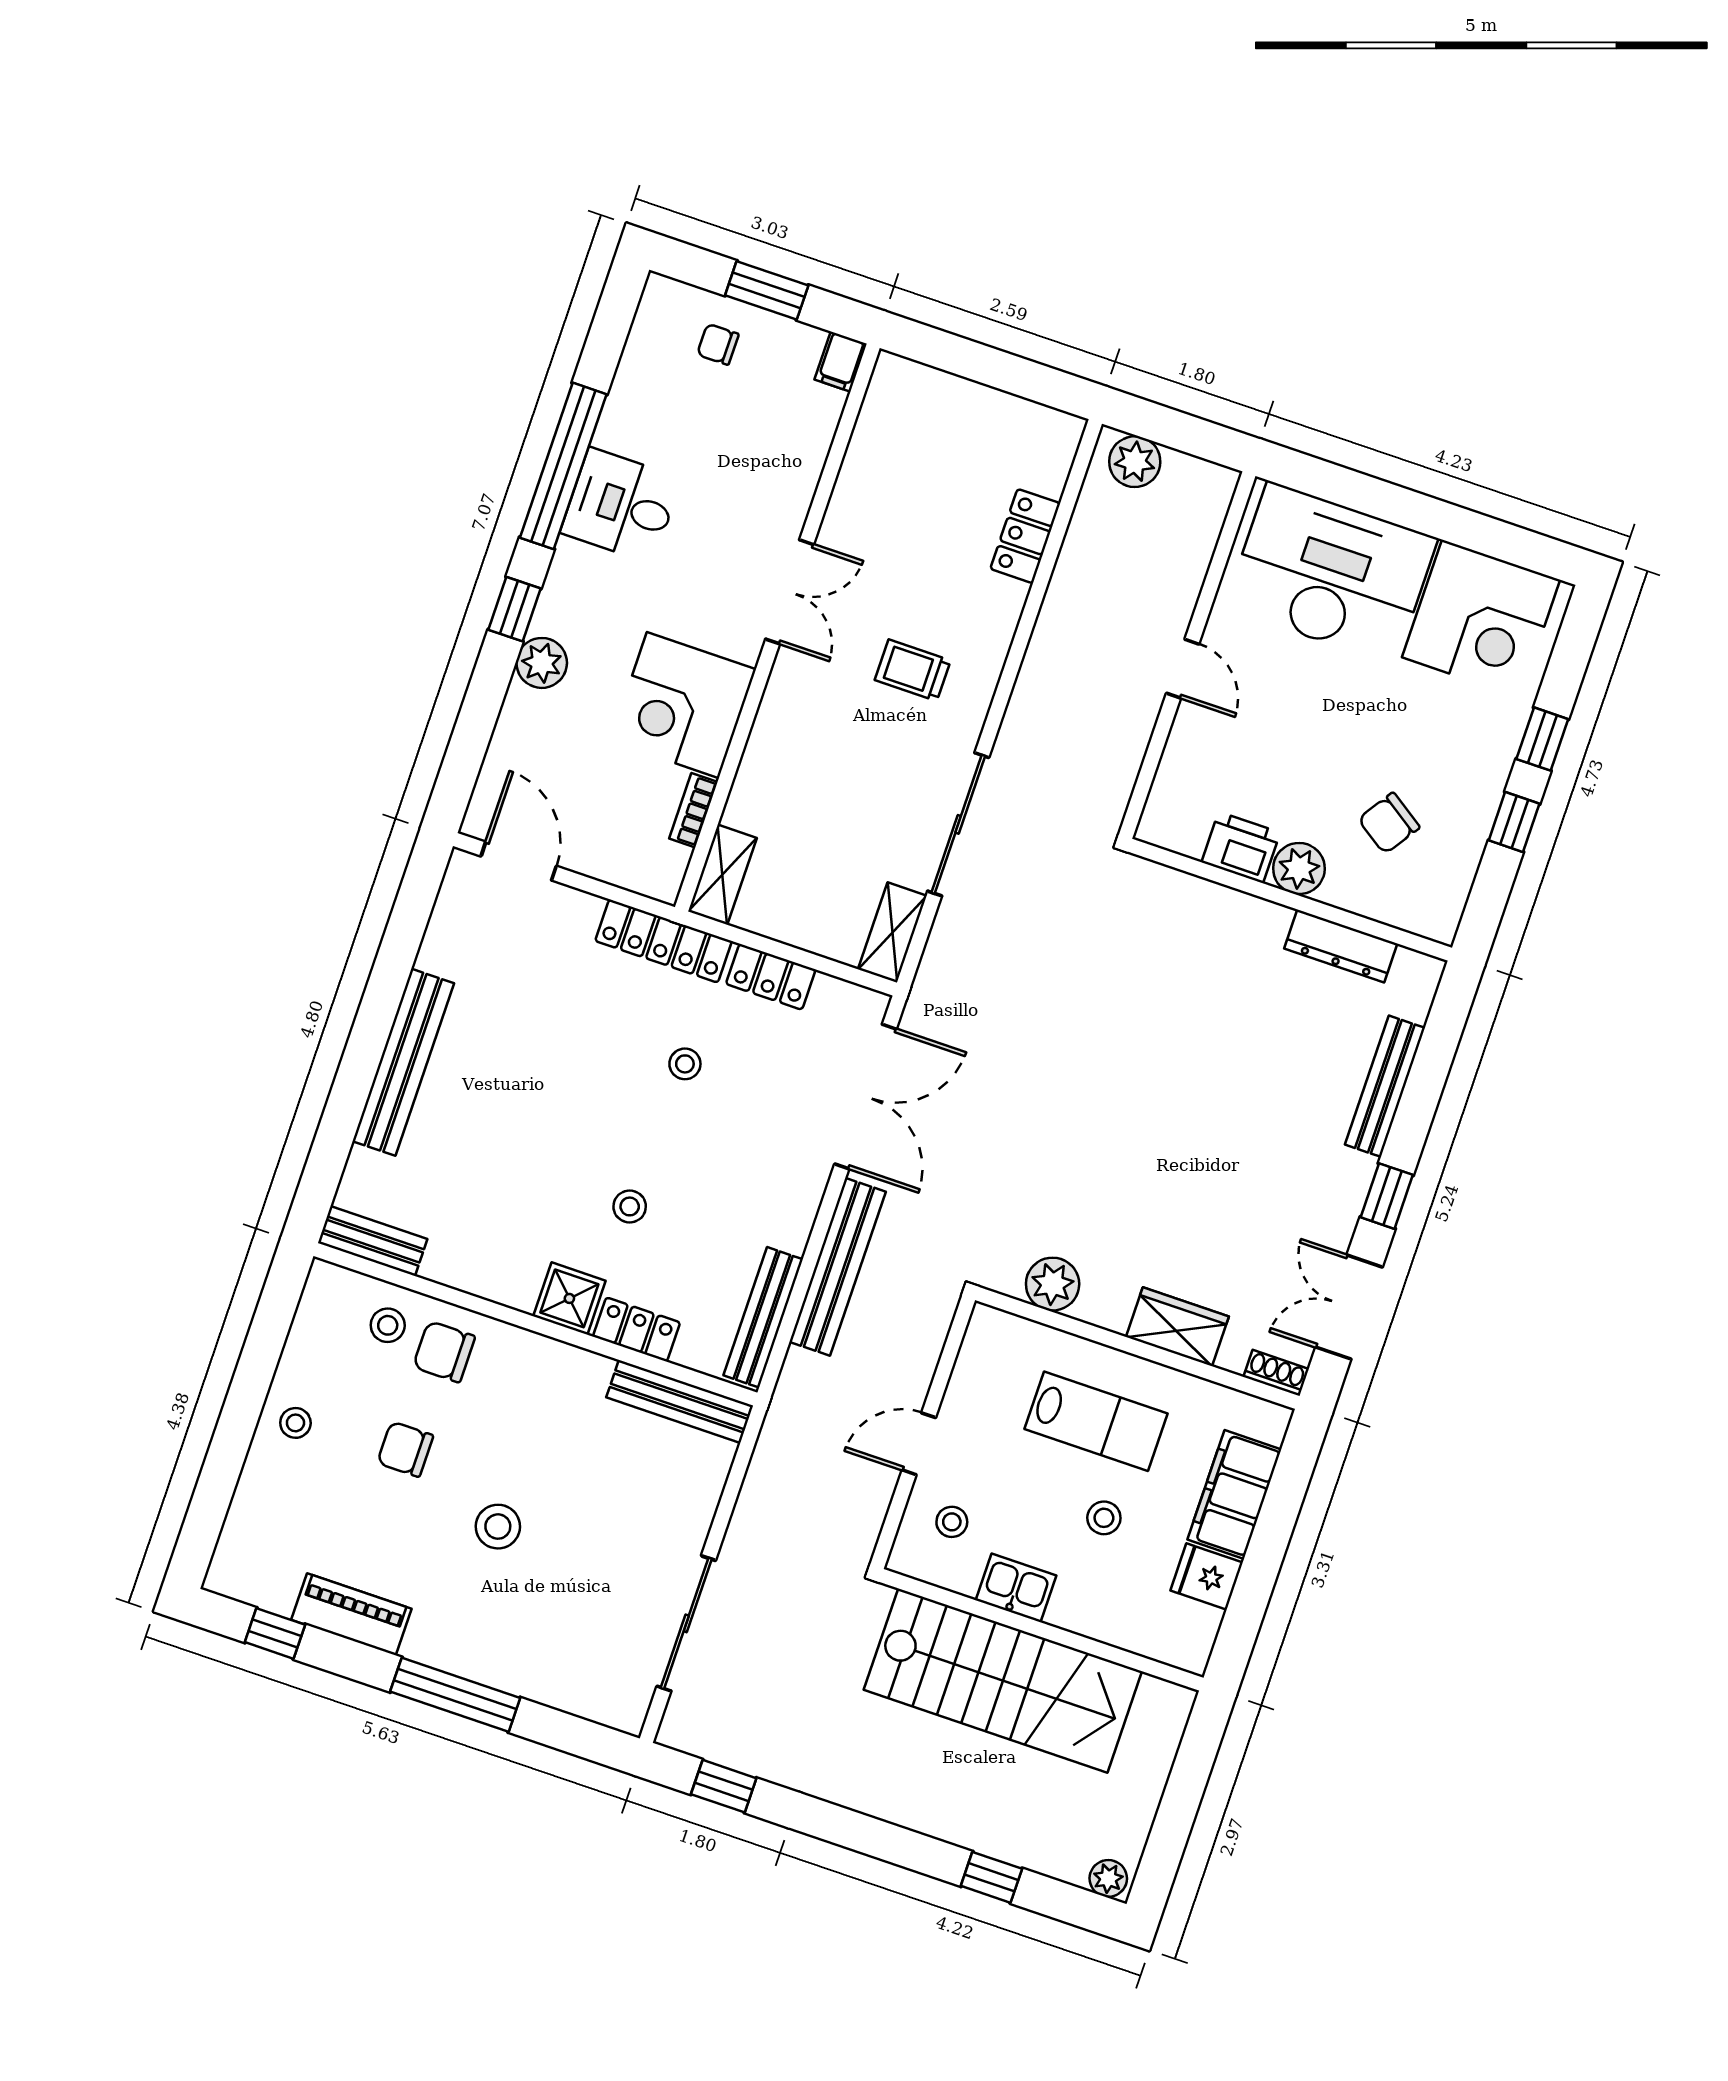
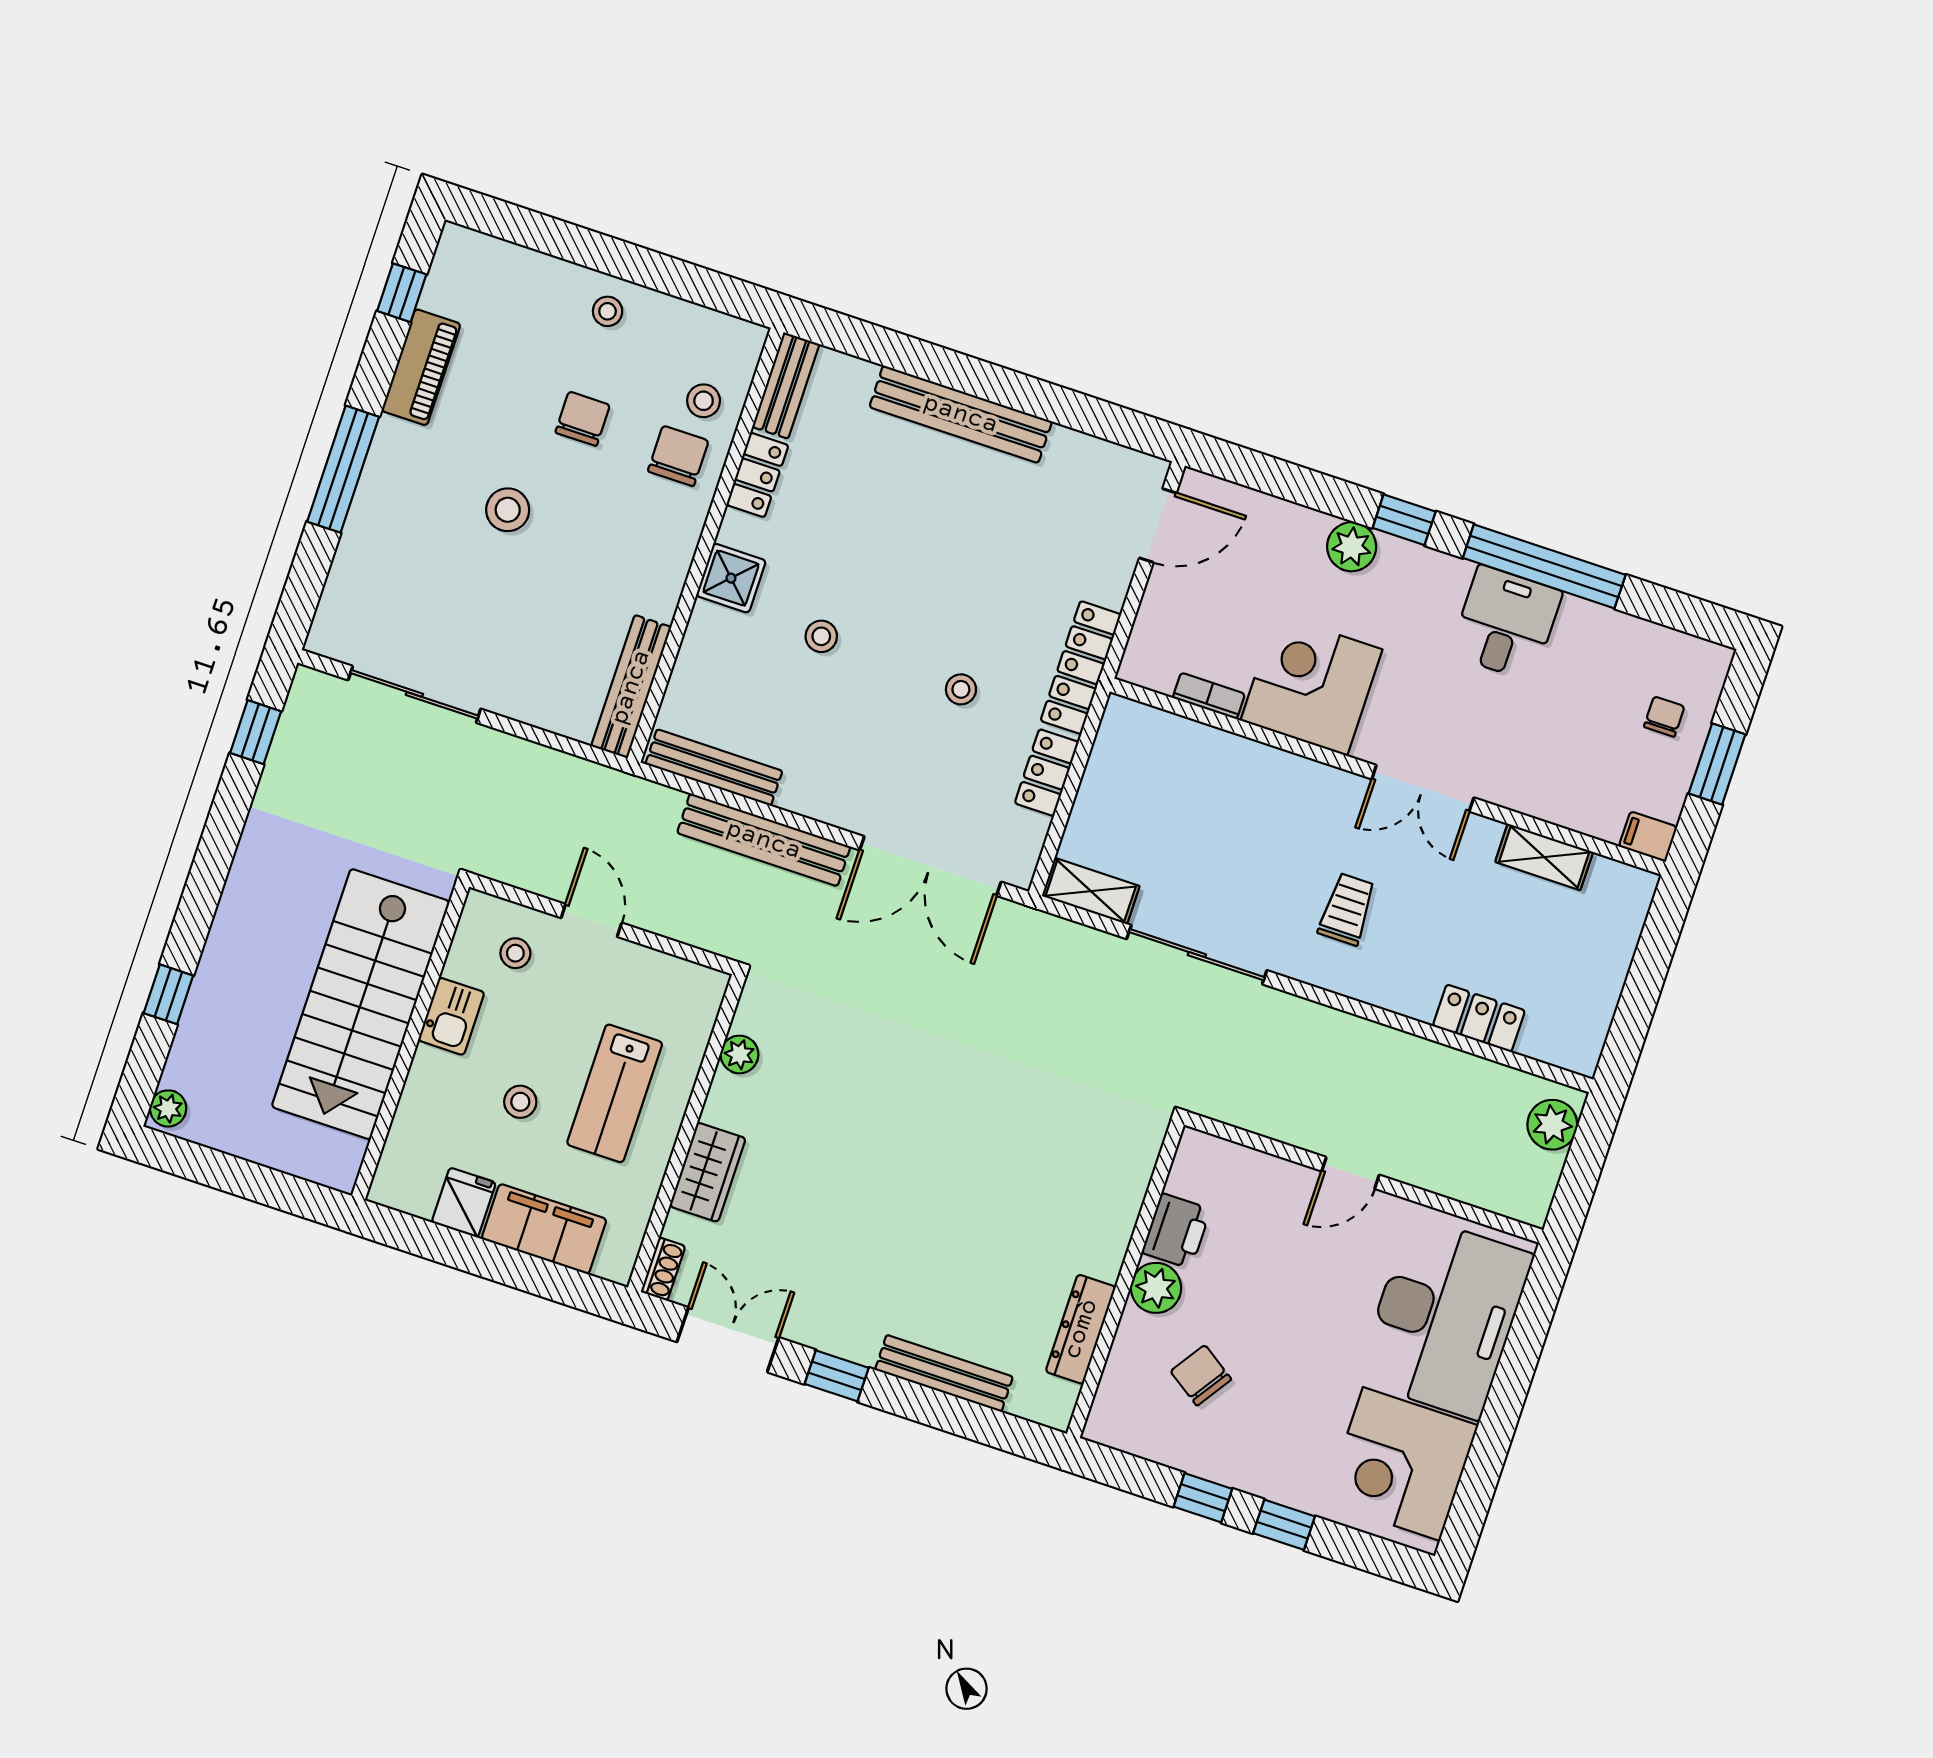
shelving: (722, 875) -> (1544, 857), moved
plant: (1053, 1284) -> (739, 1054), width x0.73, depth x0.73
locker: (636, 1329) -> (757, 475), moved

